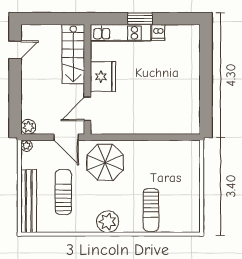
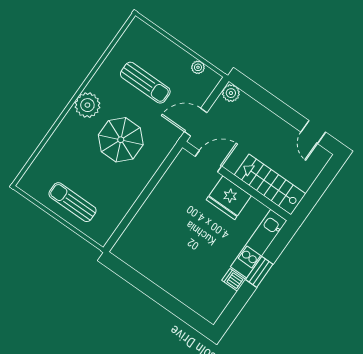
door: (87, 109) -> (208, 161), hinge flipped
plant: (27, 146) -> (198, 67), moved
parasol: (105, 162) -> (121, 140), moved
bench: (29, 201) -> (160, 44), removed
sun lounger: (151, 210) -> (72, 202), moved

